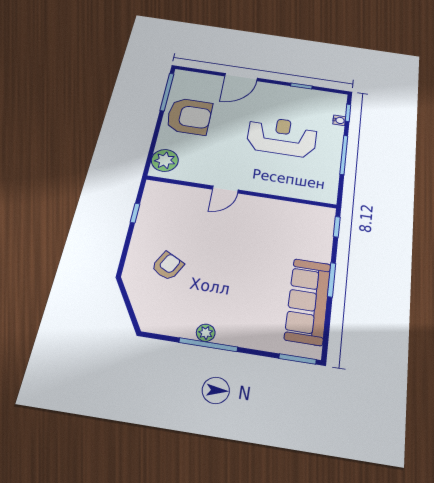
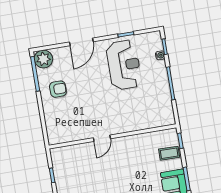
armchair: (189, 116) -> (58, 89), width x0.53, depth x0.53
reception desk: (282, 137) -> (124, 65), moved, turned 90
plant: (165, 160) -> (43, 59), moved
coffee table: (316, 238) -> (169, 153), added

